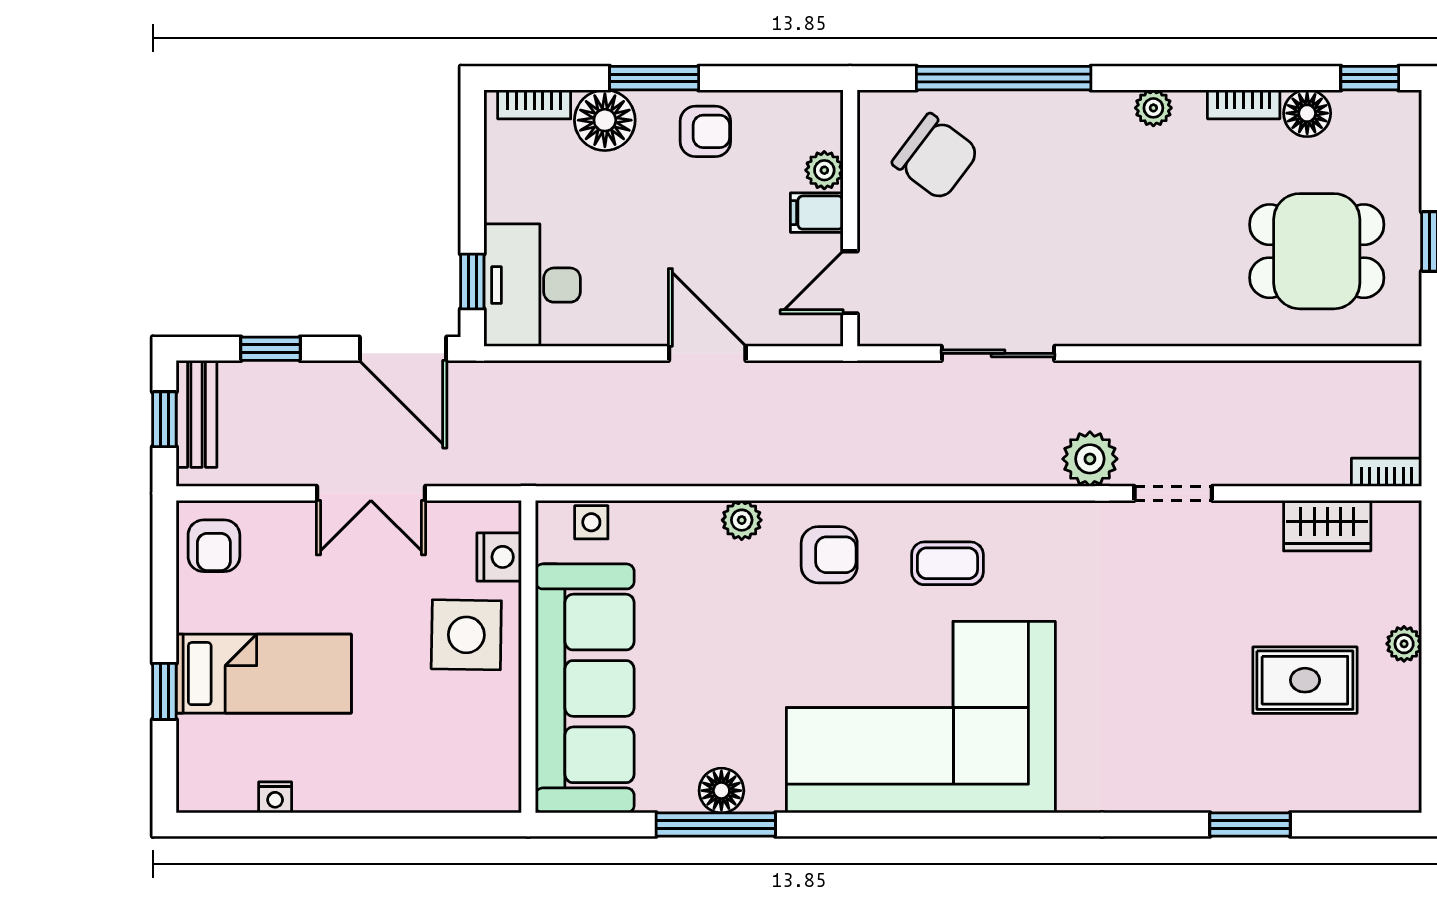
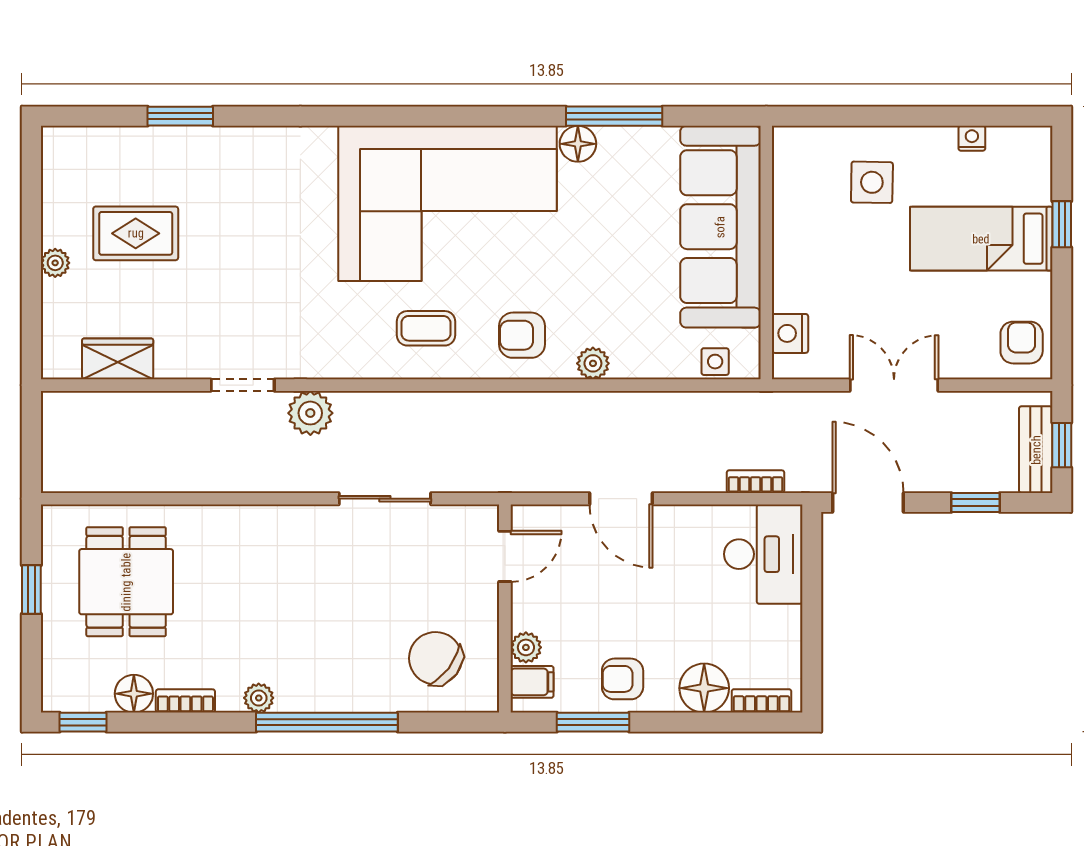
window: (654, 78) -> (593, 722), moved
window: (1004, 78) -> (327, 722), moved
filing cabinet: (817, 213) -> (532, 682), moved
dining table: (1317, 251) -> (126, 582), turned 90
window: (472, 282) -> (812, 557), removed
bookcase: (1386, 472) -> (755, 482), moved, turned 180
side table: (466, 635) -> (872, 182), moved, width x0.73, depth x0.73
floor lamp: (721, 791) -> (578, 144), moved

